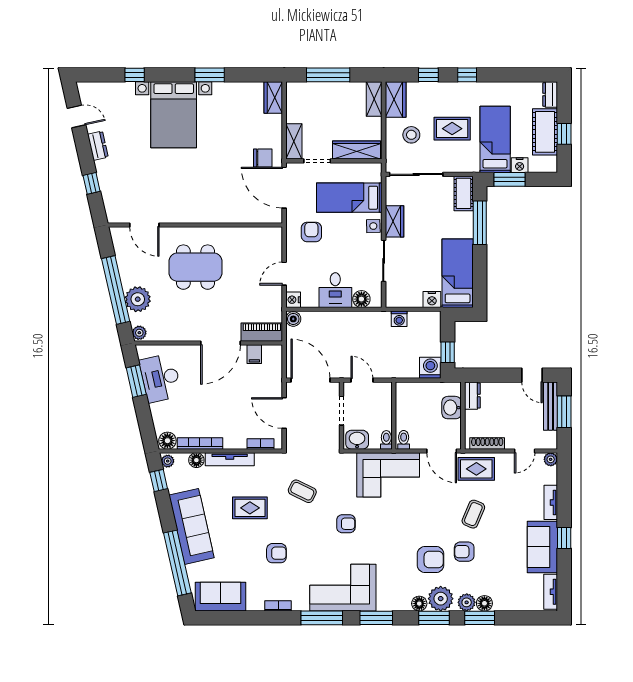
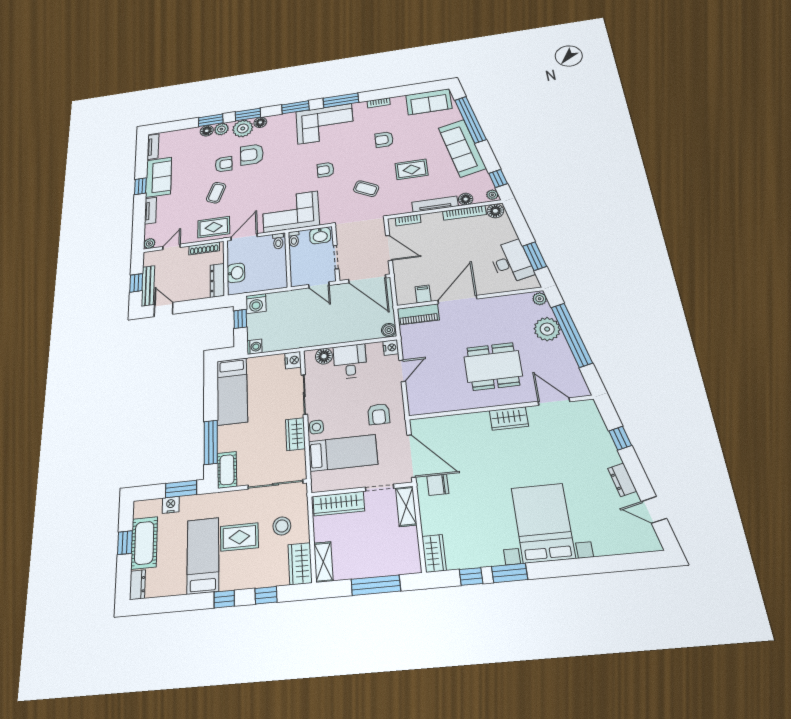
window: (135, 75) -> (471, 576), moved
bed: (495, 139) -> (203, 556), moved, turned 180
wardrobe: (189, 214) -> (509, 418), added
nightstand: (432, 300) -> (293, 360), moved, turned 90
washing machine: (399, 319) -> (254, 347), moved, turned 90
dresser: (472, 396) -> (217, 280), width x1.44
window: (564, 412) -> (136, 283), width x0.67
door: (442, 451) -> (244, 237), hinge flipped

